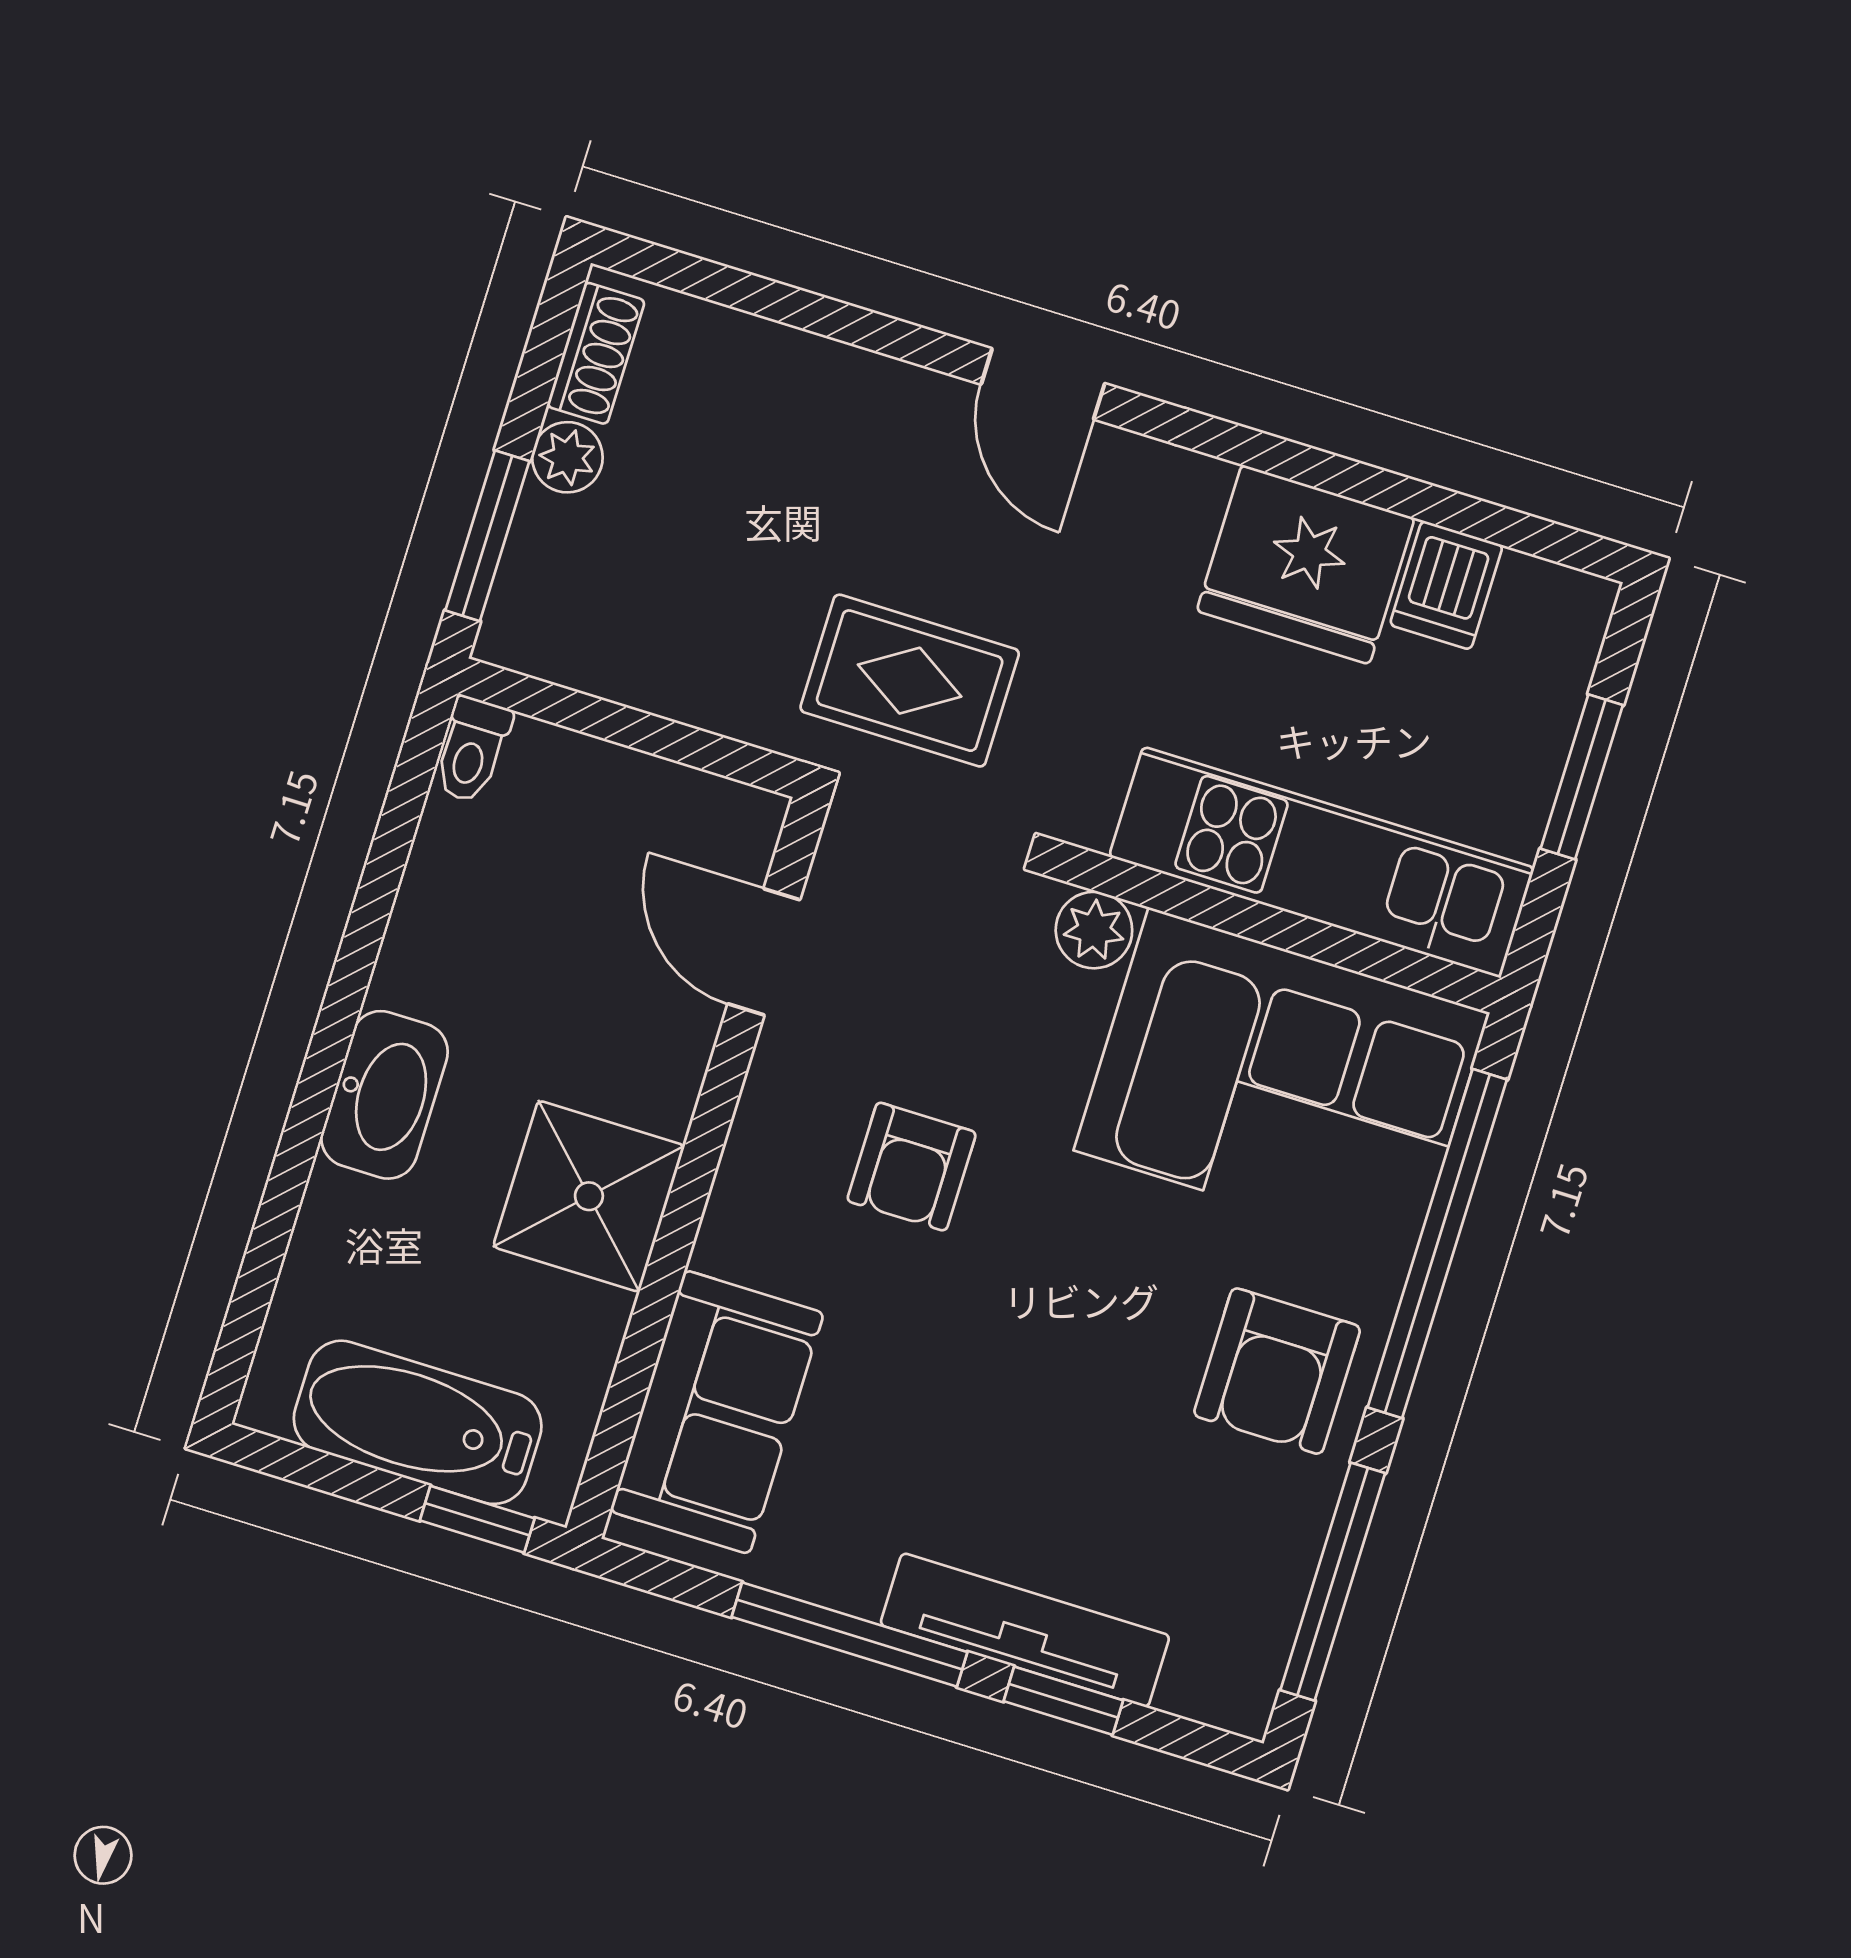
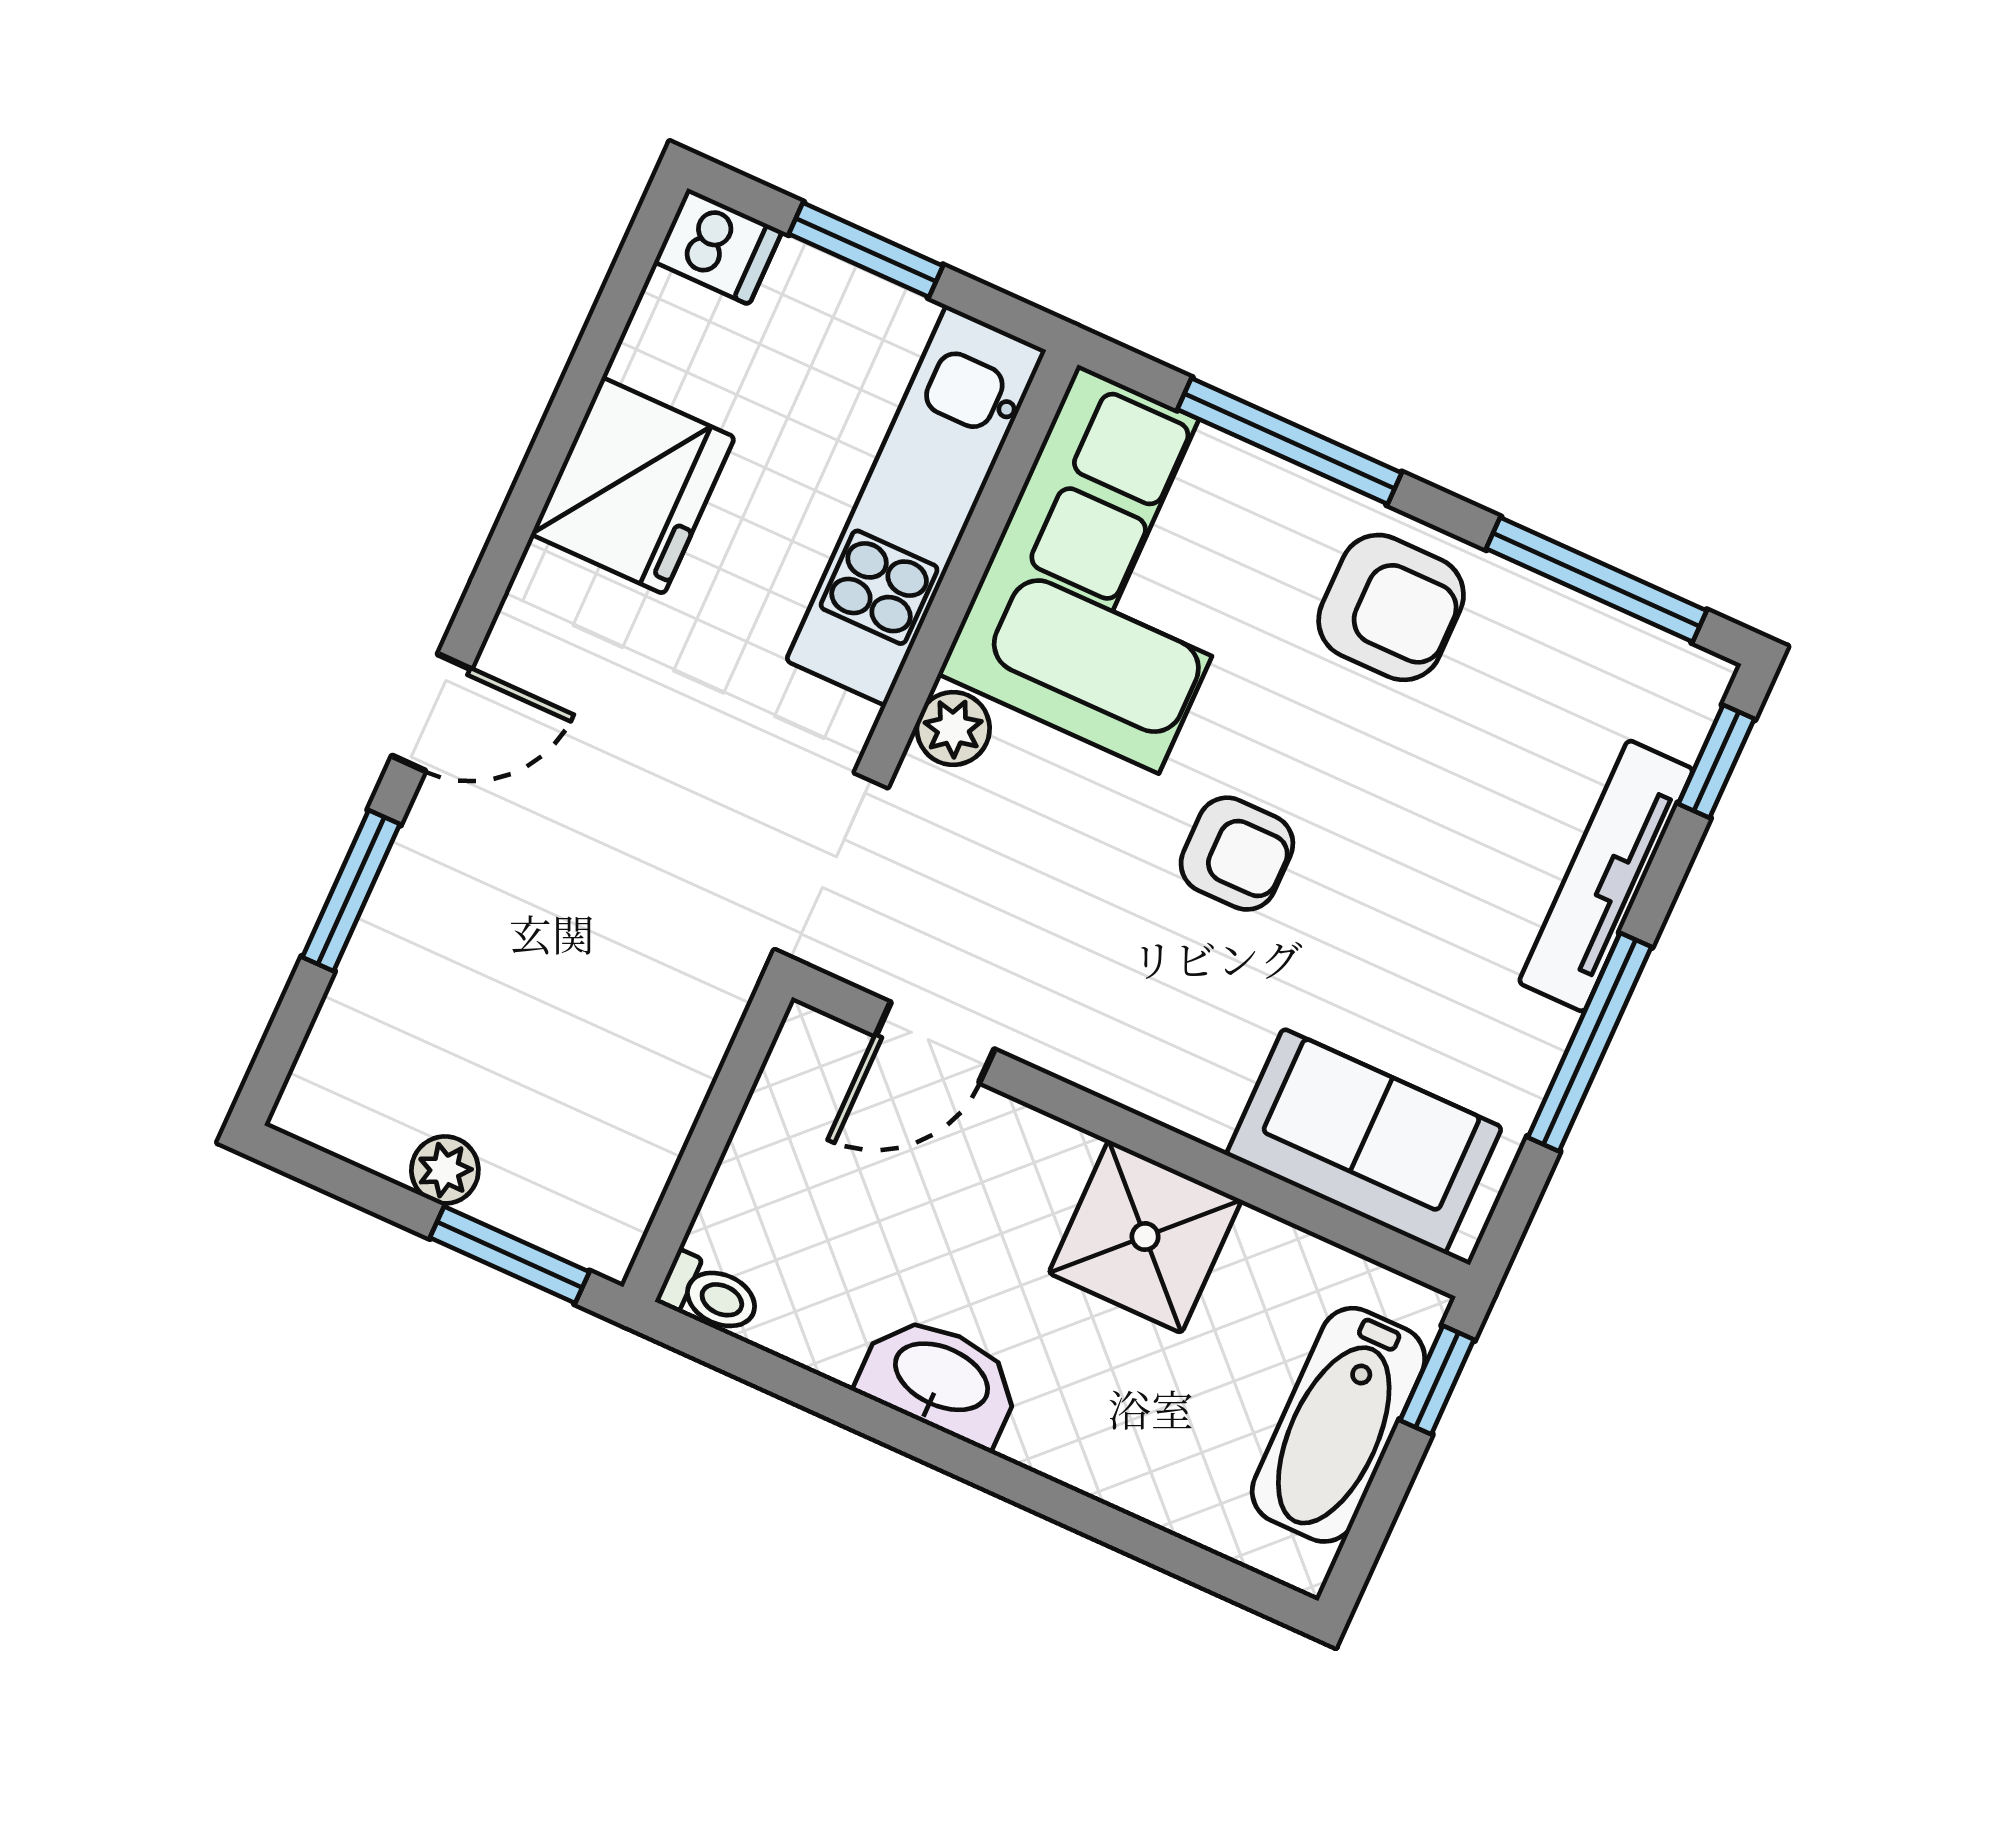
window: (847, 323) -> (351, 891), added
shoe rack: (596, 353) -> (350, 1131), removed
dishwasher: (1446, 585) -> (718, 246), moved
rug: (910, 681) -> (696, 873), removed
washbasin: (384, 1095) -> (940, 1379), moved
armchair: (912, 1167) -> (1237, 854), moved
window: (1437, 1244) -> (1290, 441), width x0.68
window: (1063, 1701) -> (1716, 761), moved

